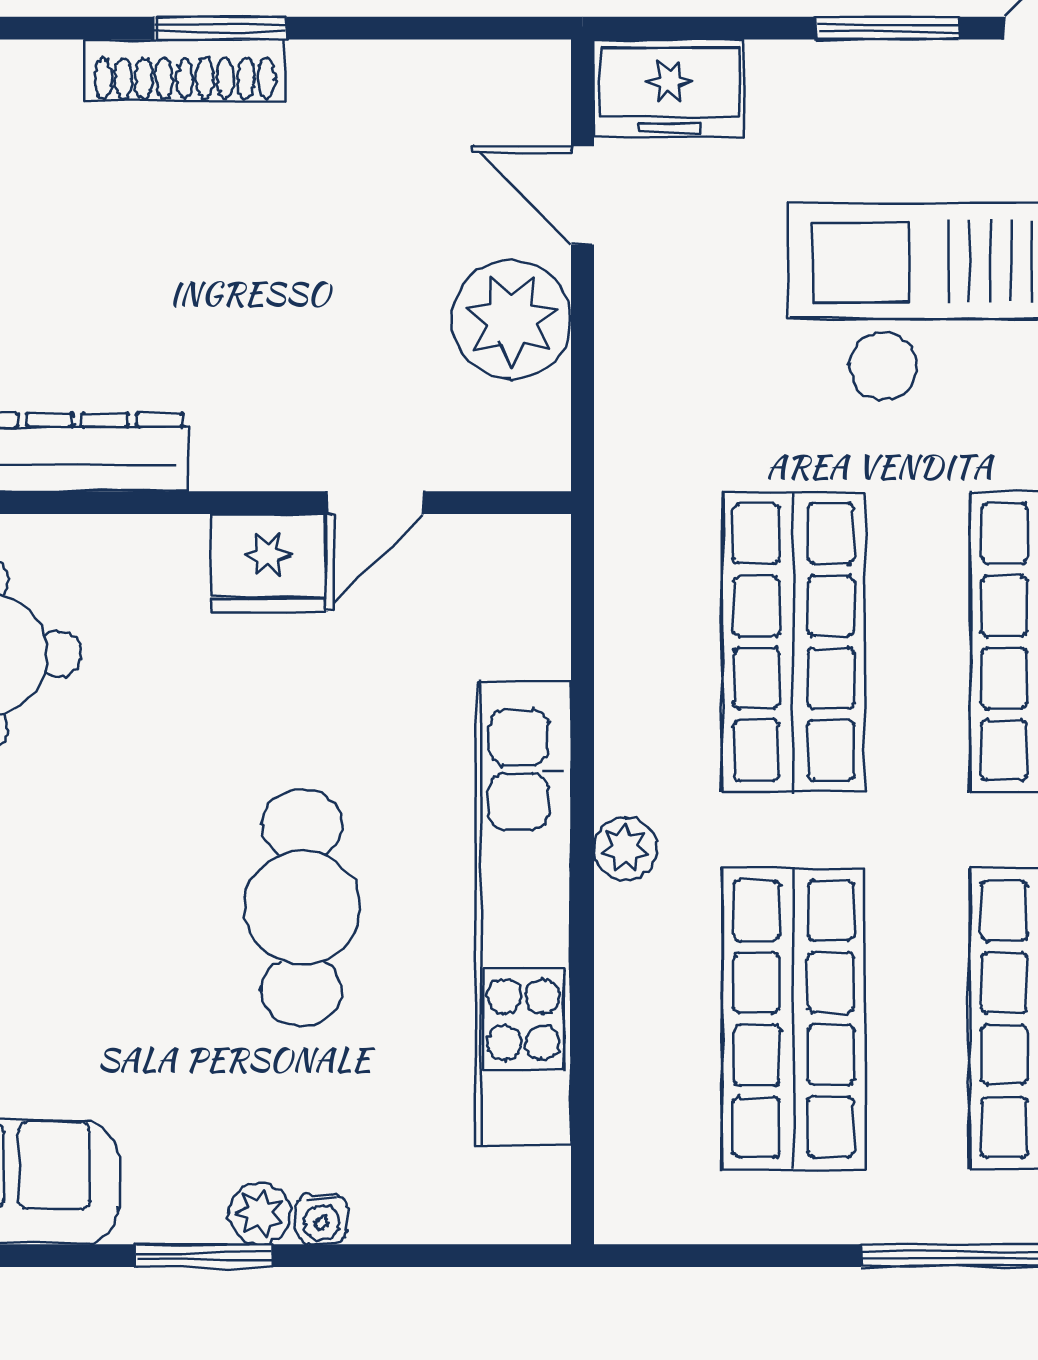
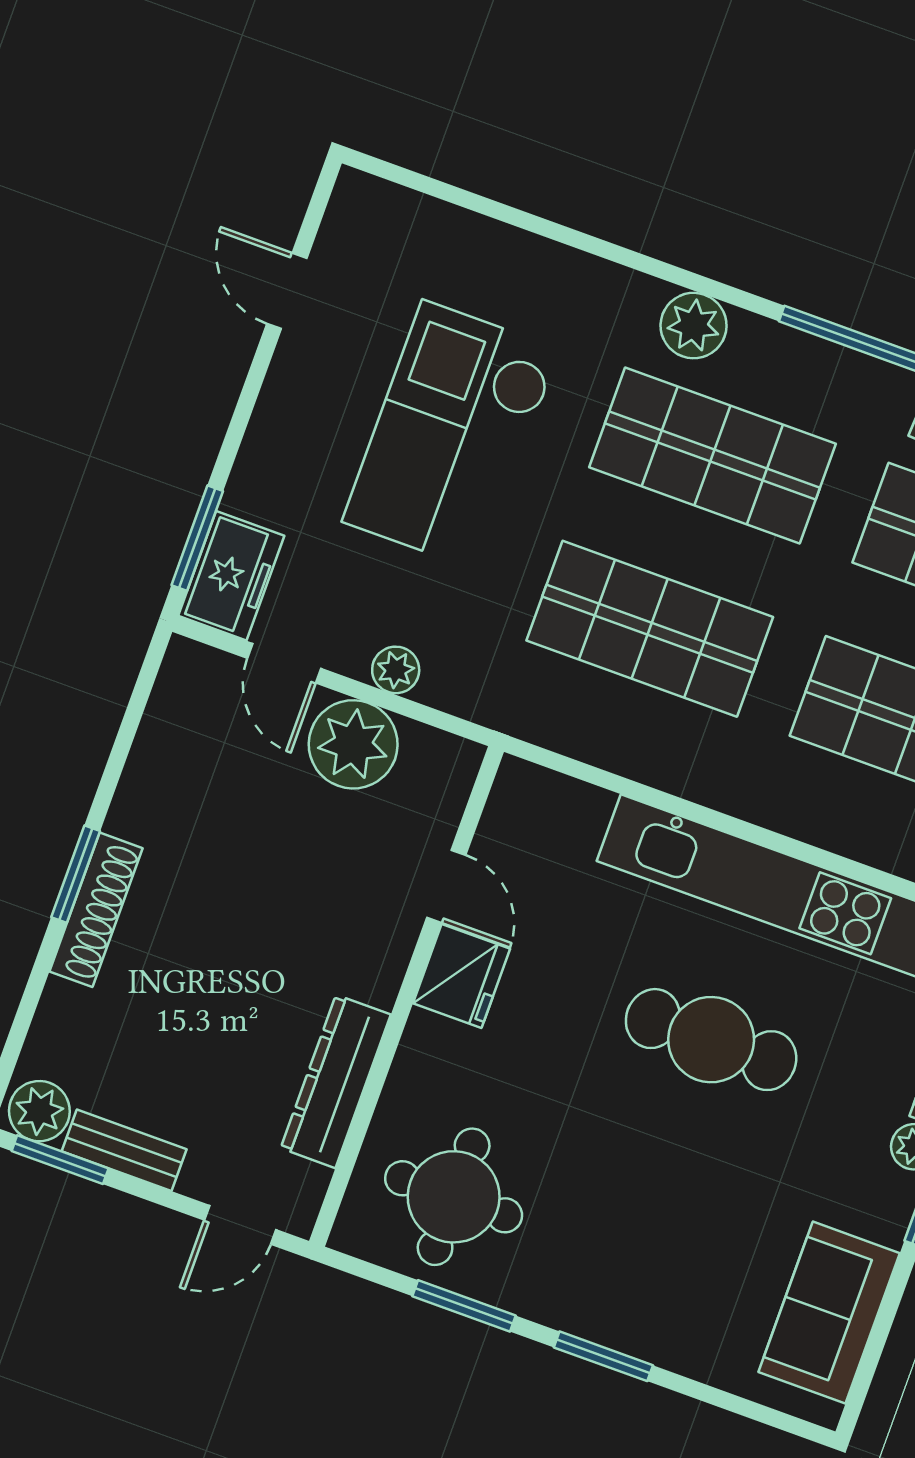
window: (888, 28) -> (197, 538), moved
door: (582, 195) -> (284, 663), hinge flipped
plant: (625, 849) -> (396, 670), moved

